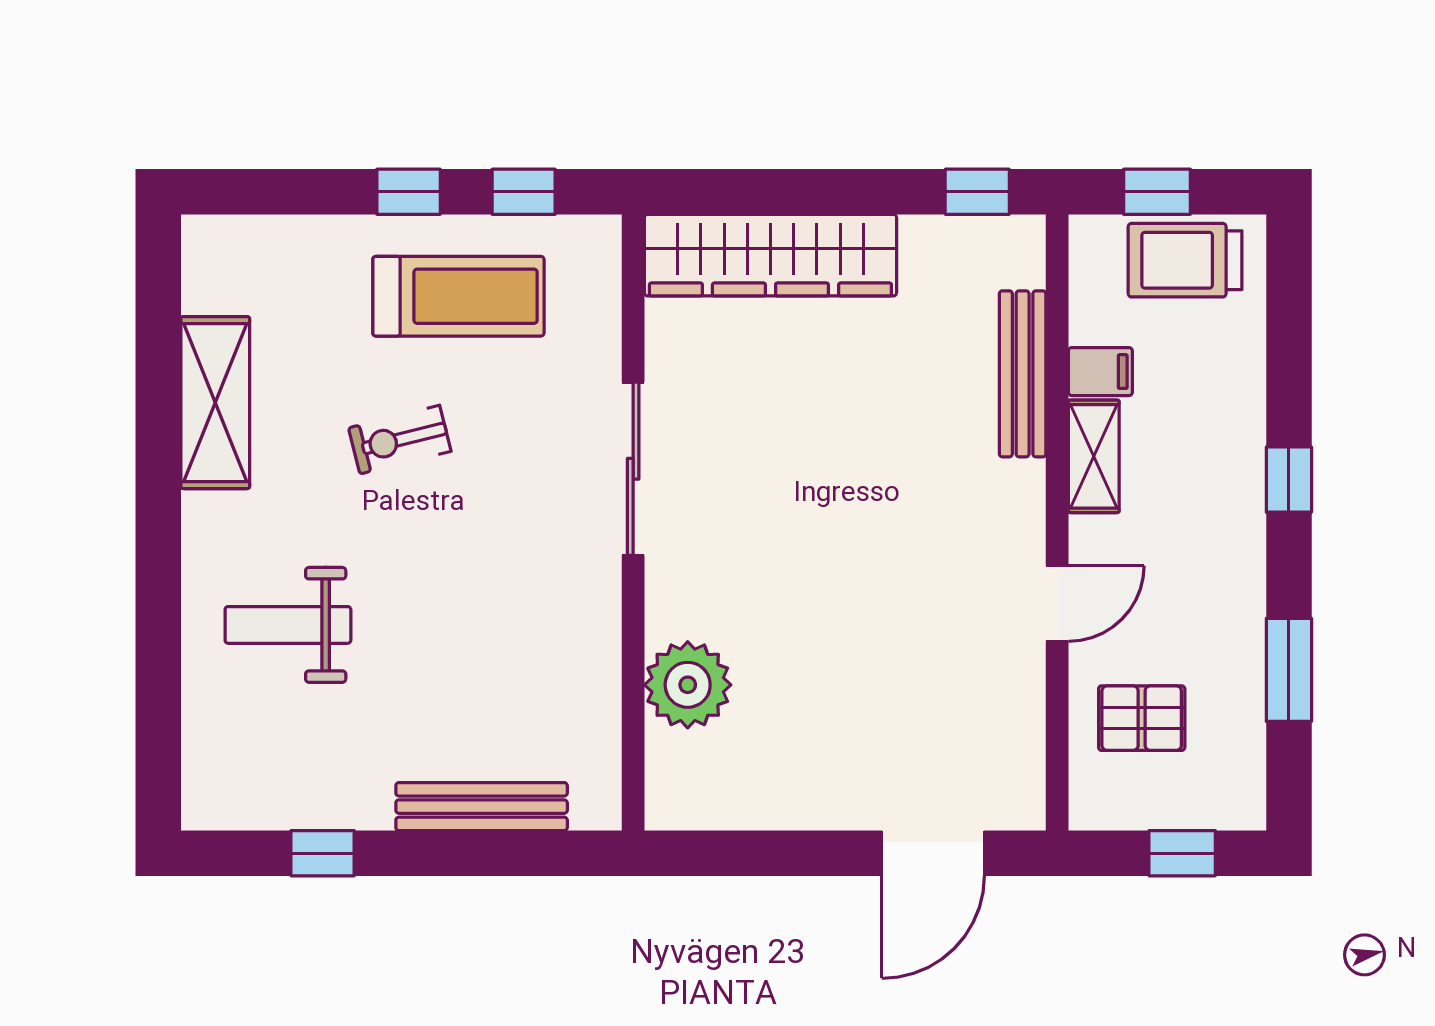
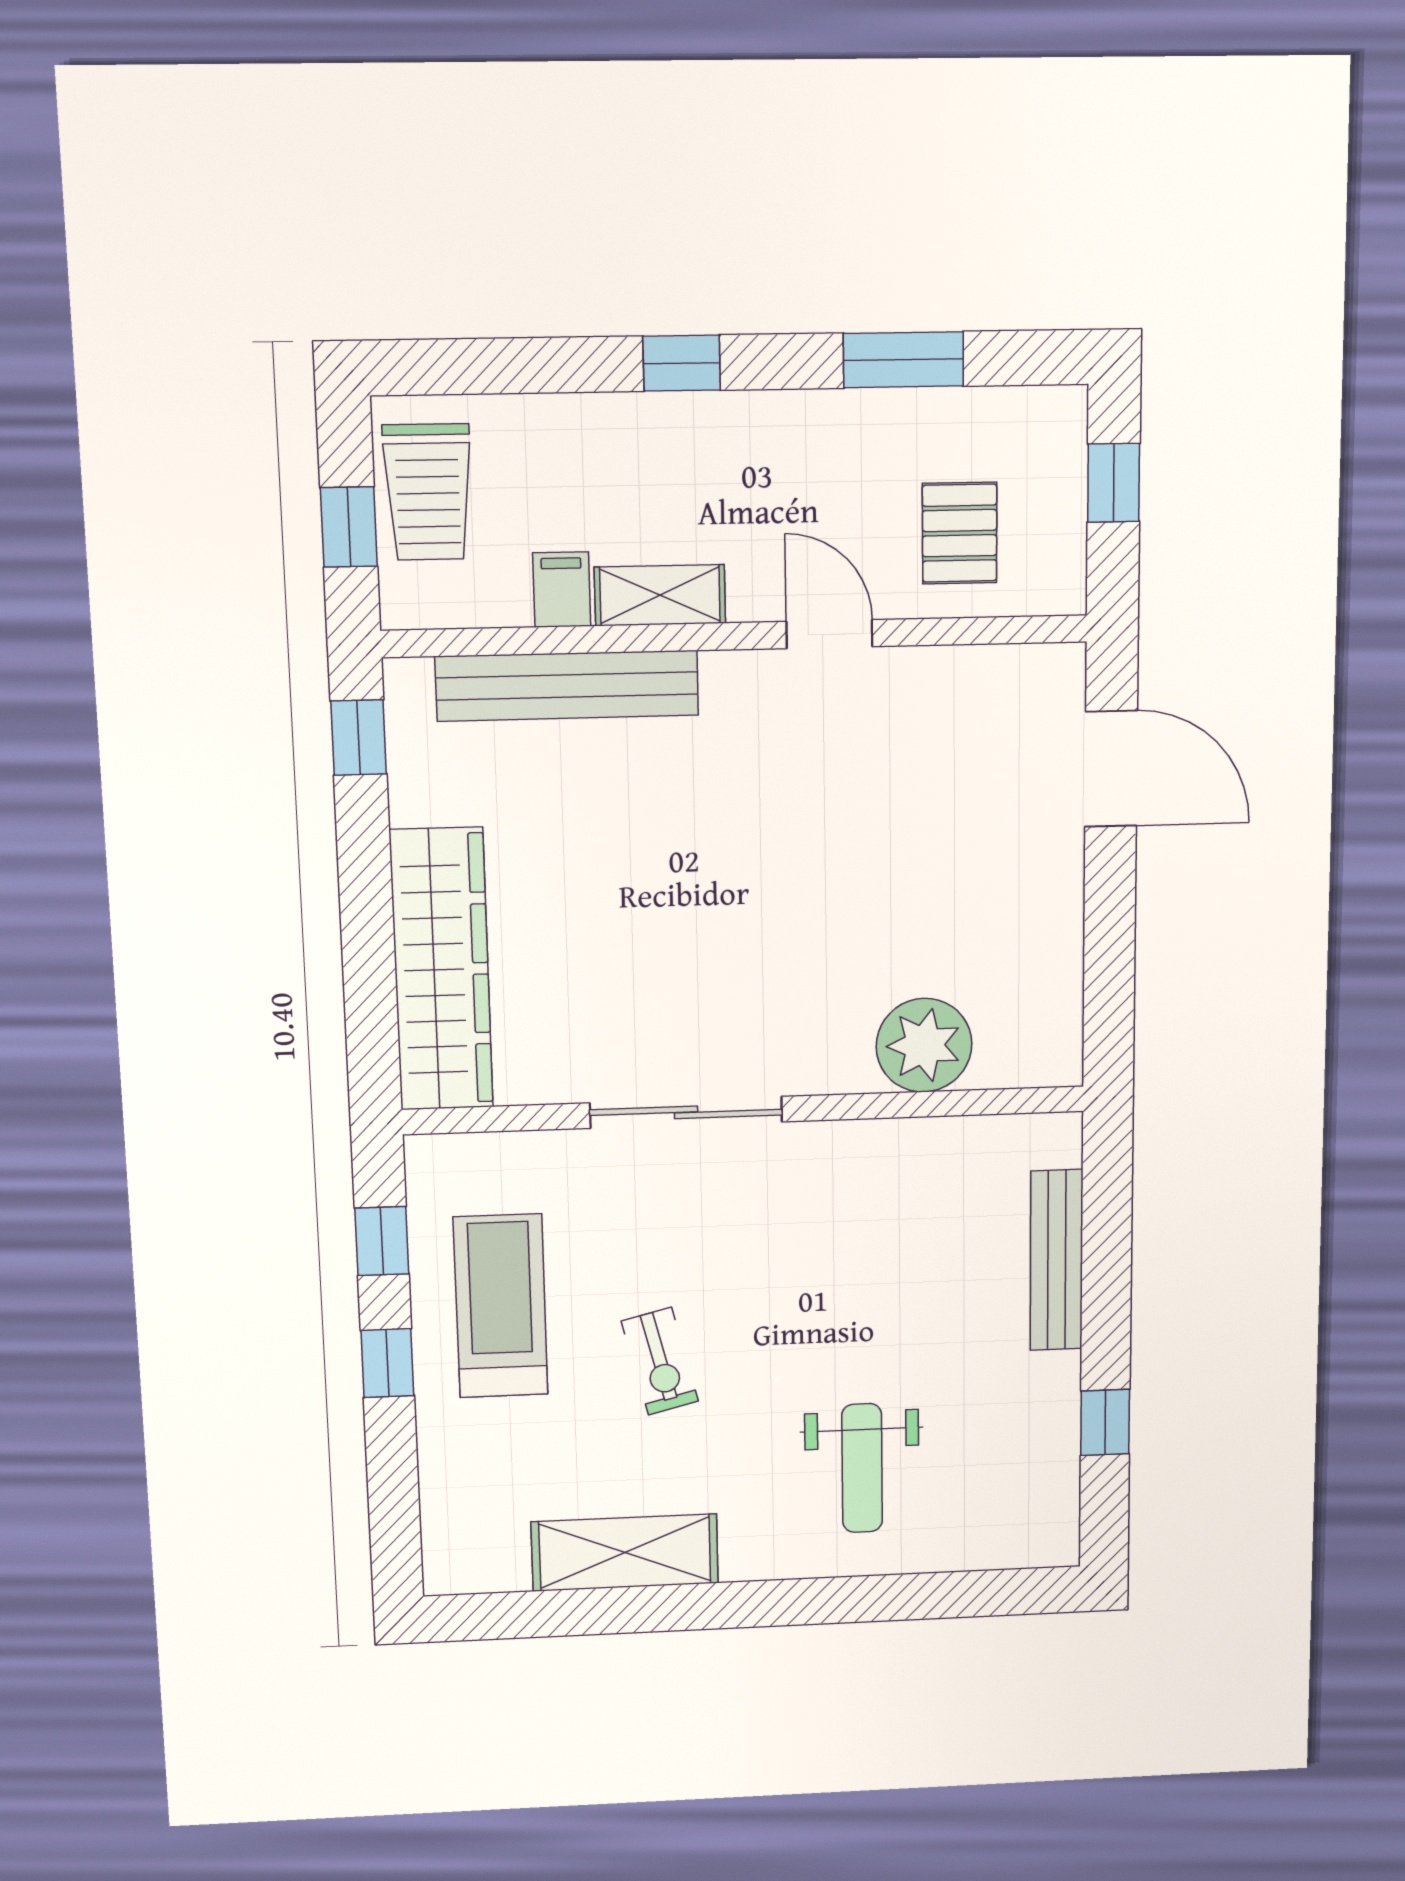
bench: (1023, 374) -> (567, 686), width x1.37, depth x1.21

